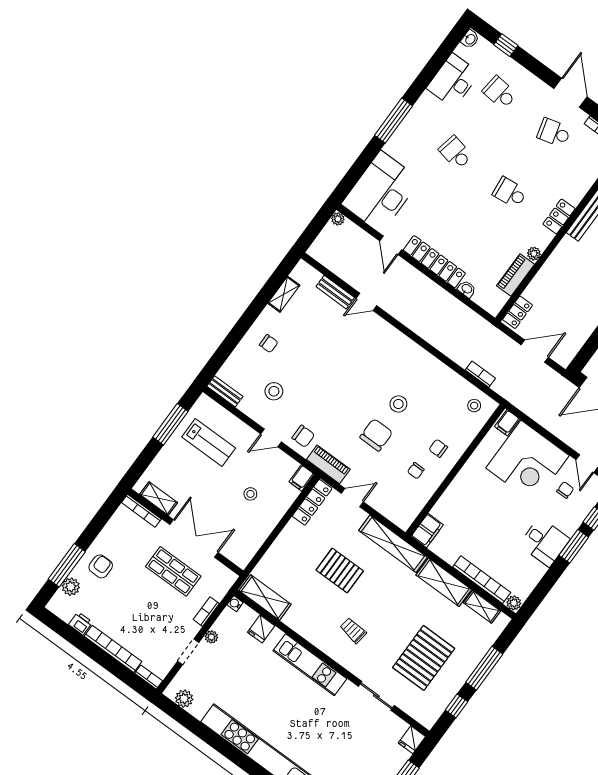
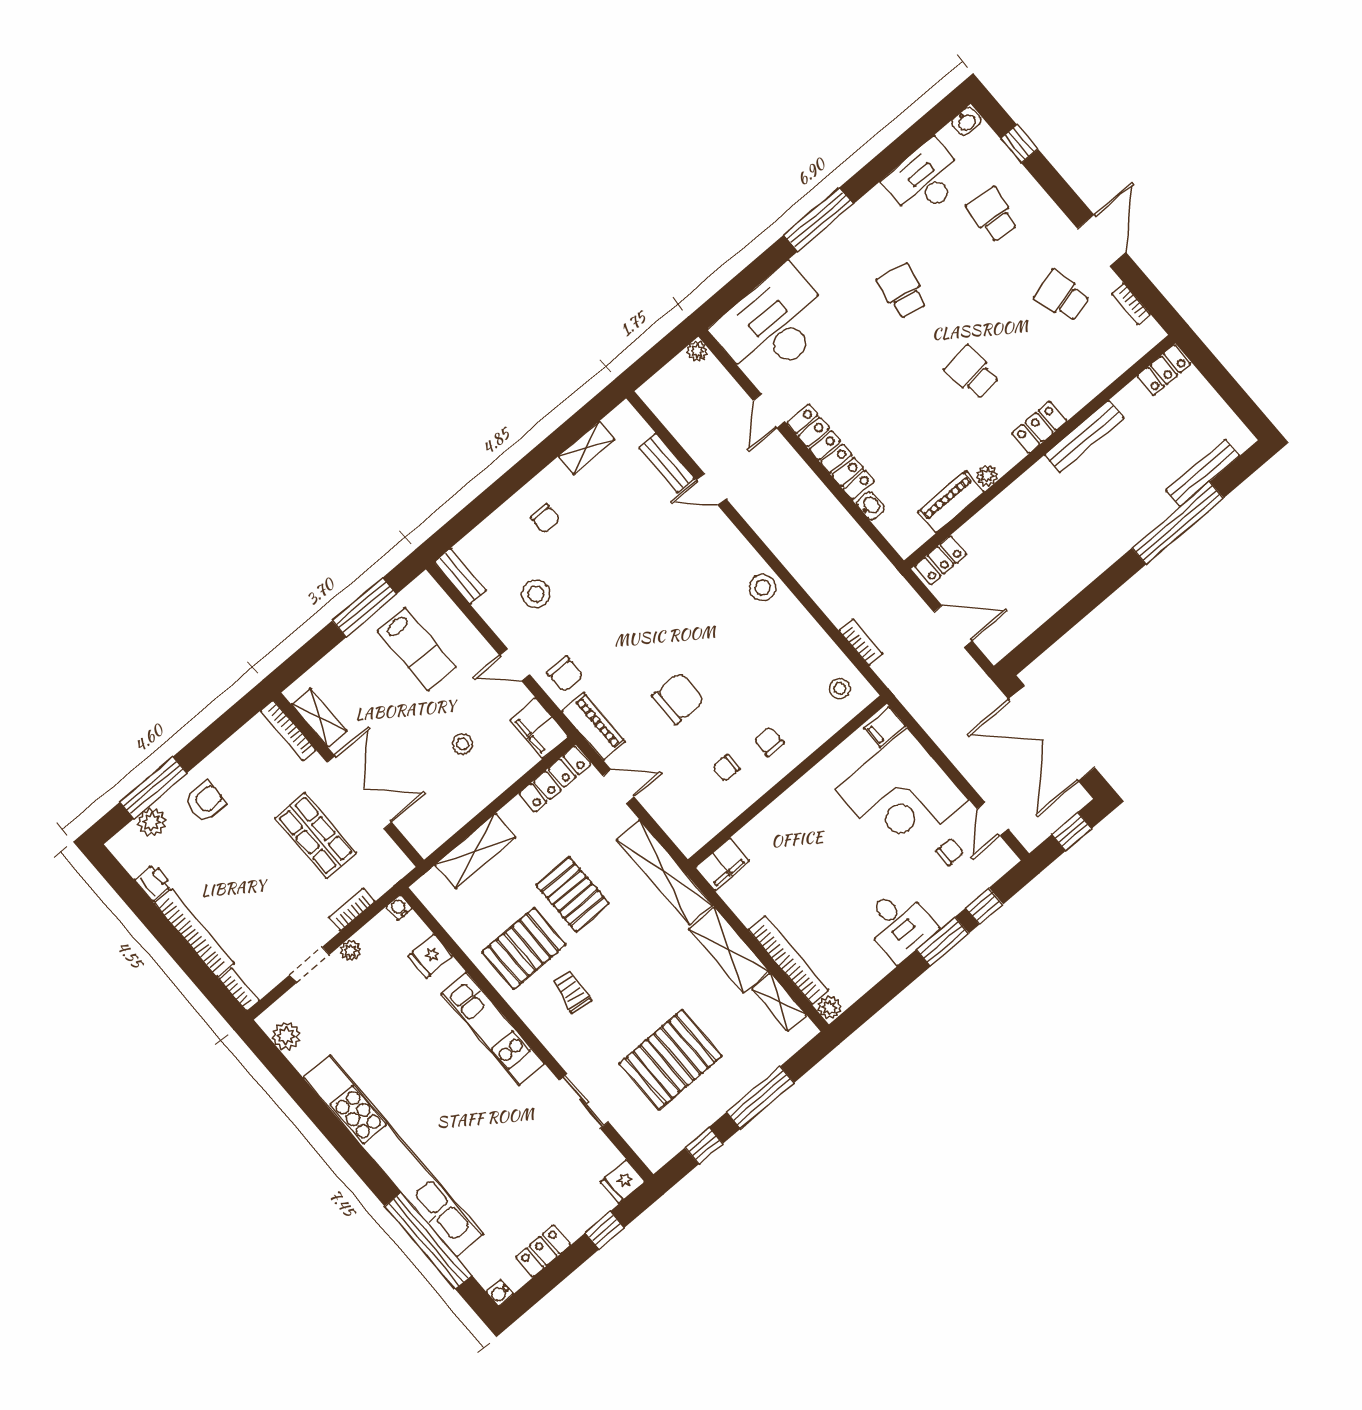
stool: (398, 404) -> (762, 587), moved
filing cabinet: (302, 478) -> (539, 728), width x2.00
shelving: (265, 597) -> (475, 851), moved, turned 90
pallet: (318, 611) -> (524, 948), added

